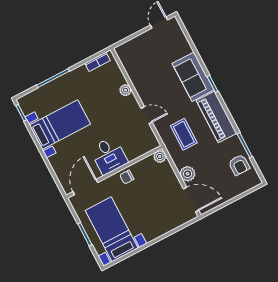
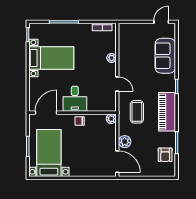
sofa: (193, 77) -> (165, 56), moved

